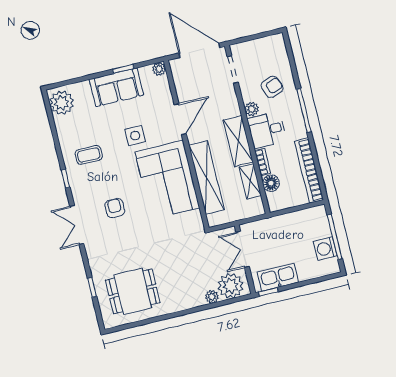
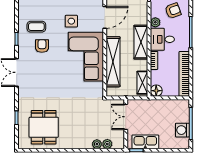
shelving: (250, 181) -> (142, 83), moved
floor lamp: (271, 183) -> (156, 91), moved
armchair: (115, 208) -> (42, 46), moved
plant: (231, 286) -> (107, 144), width x0.53, depth x0.53
dining table: (133, 291) -> (44, 127), turned 90

